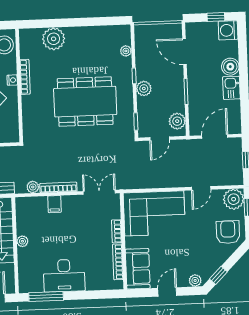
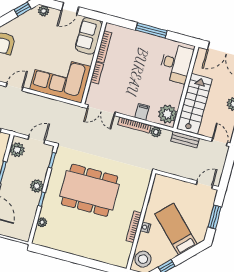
plant: (54, 39) -> (100, 251), removed
plant: (22, 241) -> (168, 114), moved, width x1.88, depth x1.88
desk: (64, 276) -> (176, 64), moved, turned 90
window: (46, 297) -> (151, 30), moved

